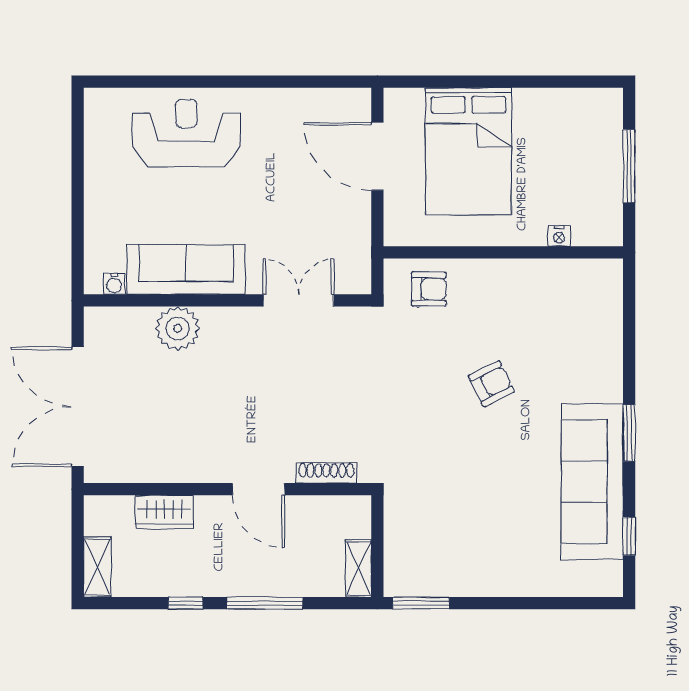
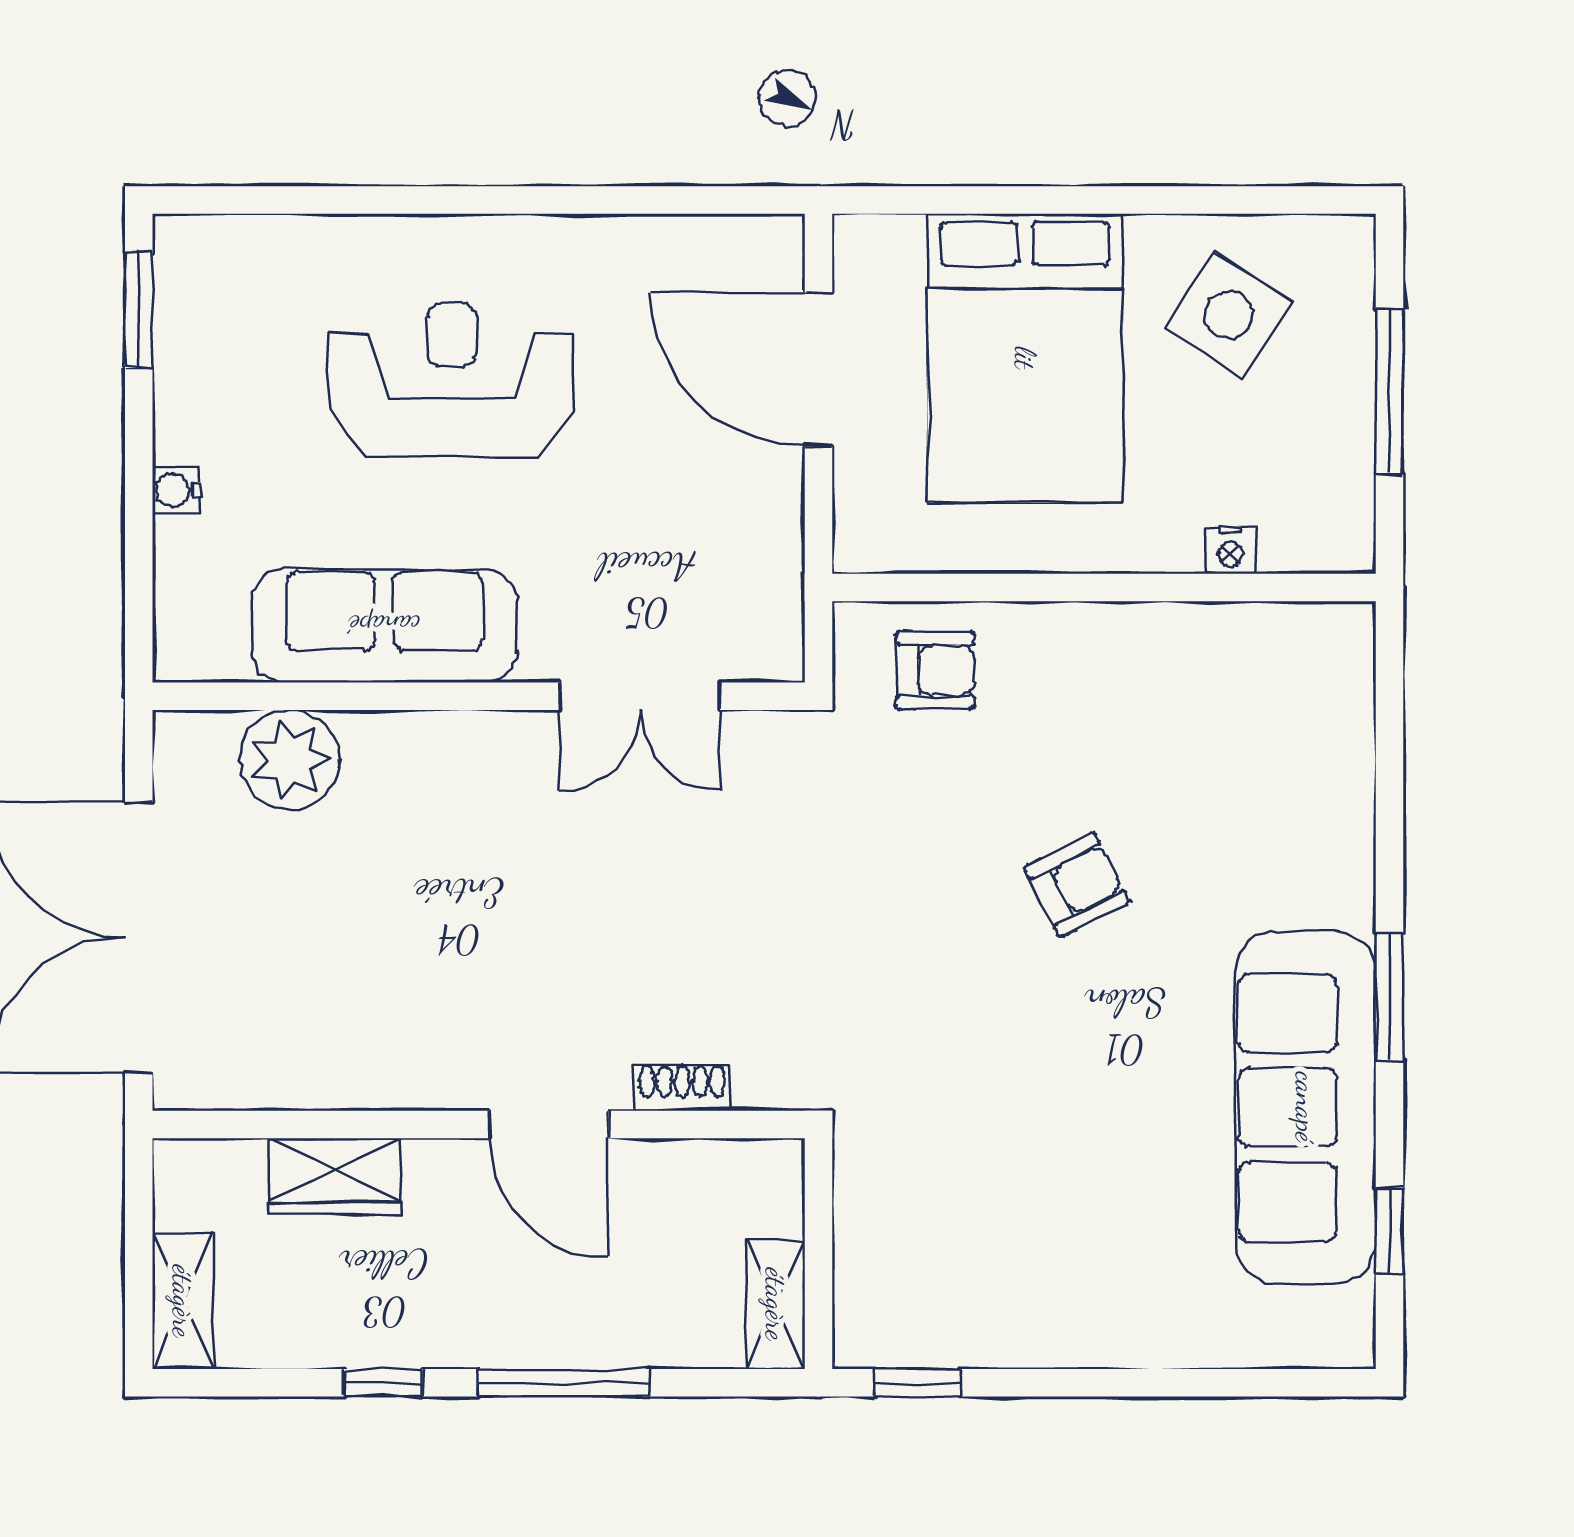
window: (78, 130) -> (139, 310), added
side table: (558, 132) -> (1229, 315), added
reception desk: (186, 133) -> (452, 380), moved
water cooler: (114, 284) -> (176, 490), moved, turned 90
double door: (299, 300) -> (640, 696), swing flipped
plant: (178, 328) -> (290, 760), moved
shoe rack: (326, 473) -> (682, 1088), width x0.70
window: (421, 603) -> (918, 1383), width x0.67

